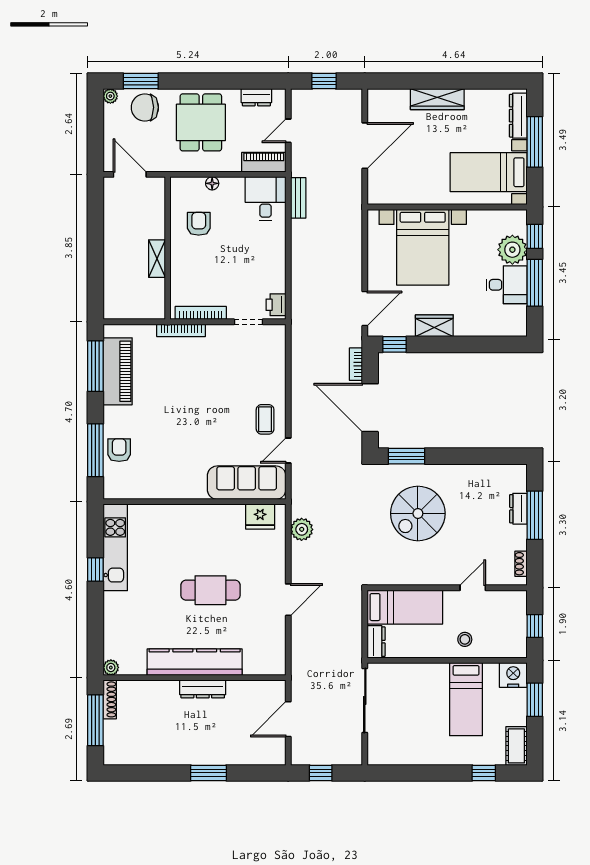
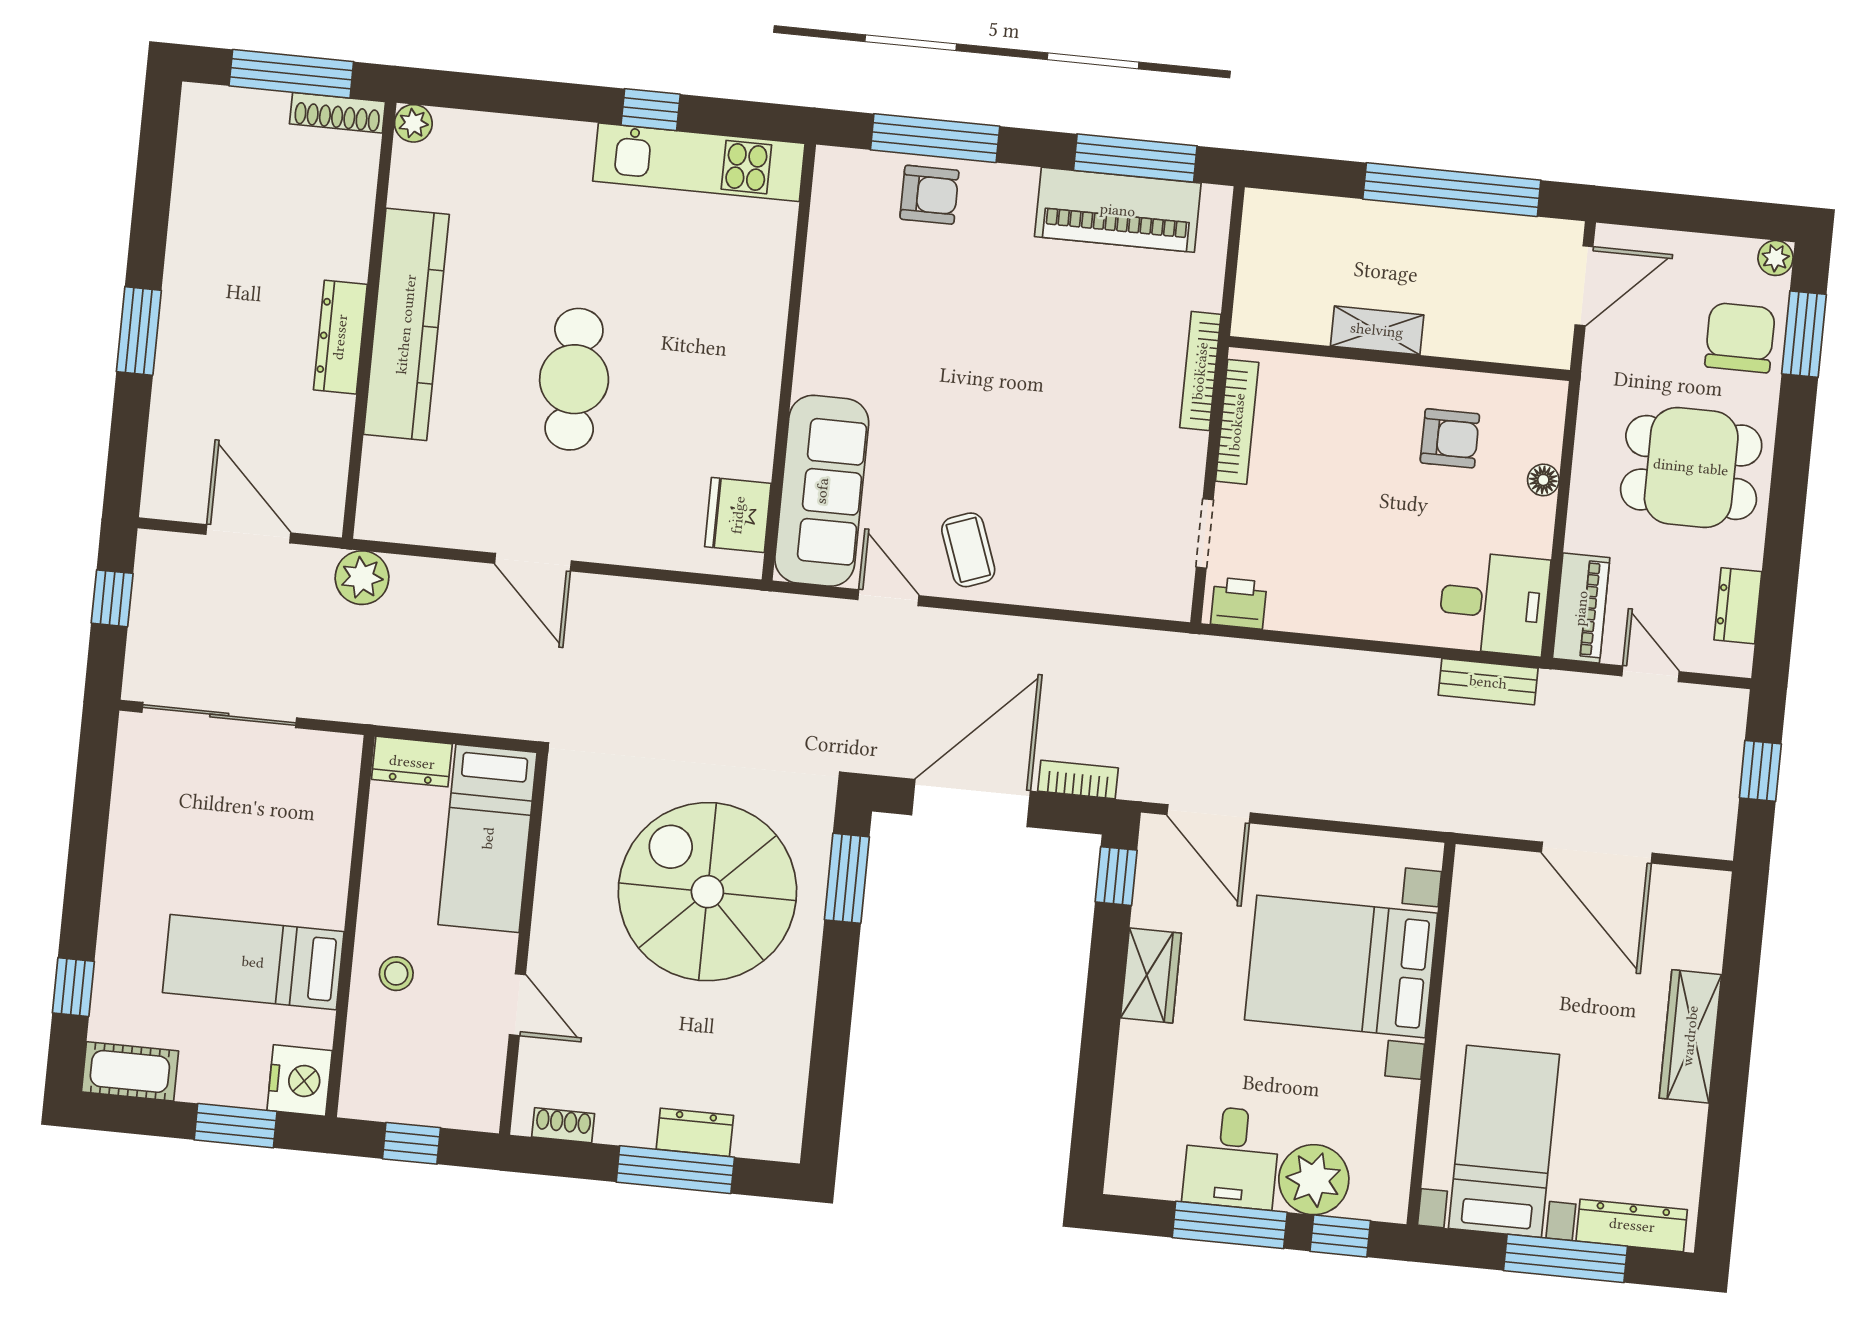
window: (95, 233) -> (1452, 190), added
coffee table: (265, 419) -> (968, 550), turned 70
spiral stairs: (418, 513) -> (707, 892), width x1.37, depth x1.37
plant: (302, 529) -> (362, 578), moved
sliding door: (365, 700) -> (219, 715), moved

